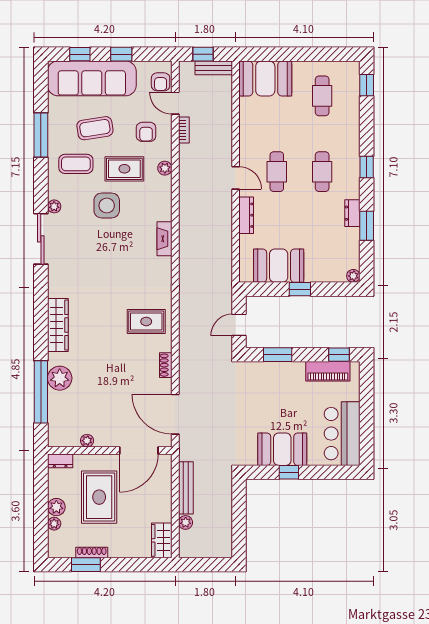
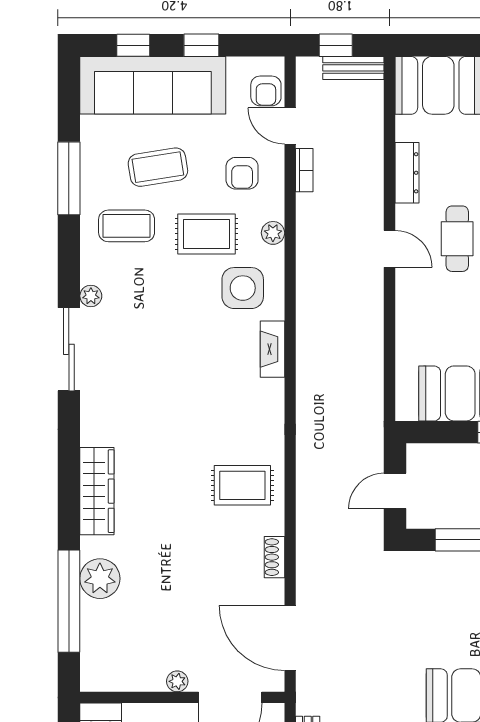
side table: (107, 205) -> (243, 288), moved
dresser: (246, 215) -> (407, 173), moved
plant: (87, 441) -> (177, 681), moved

